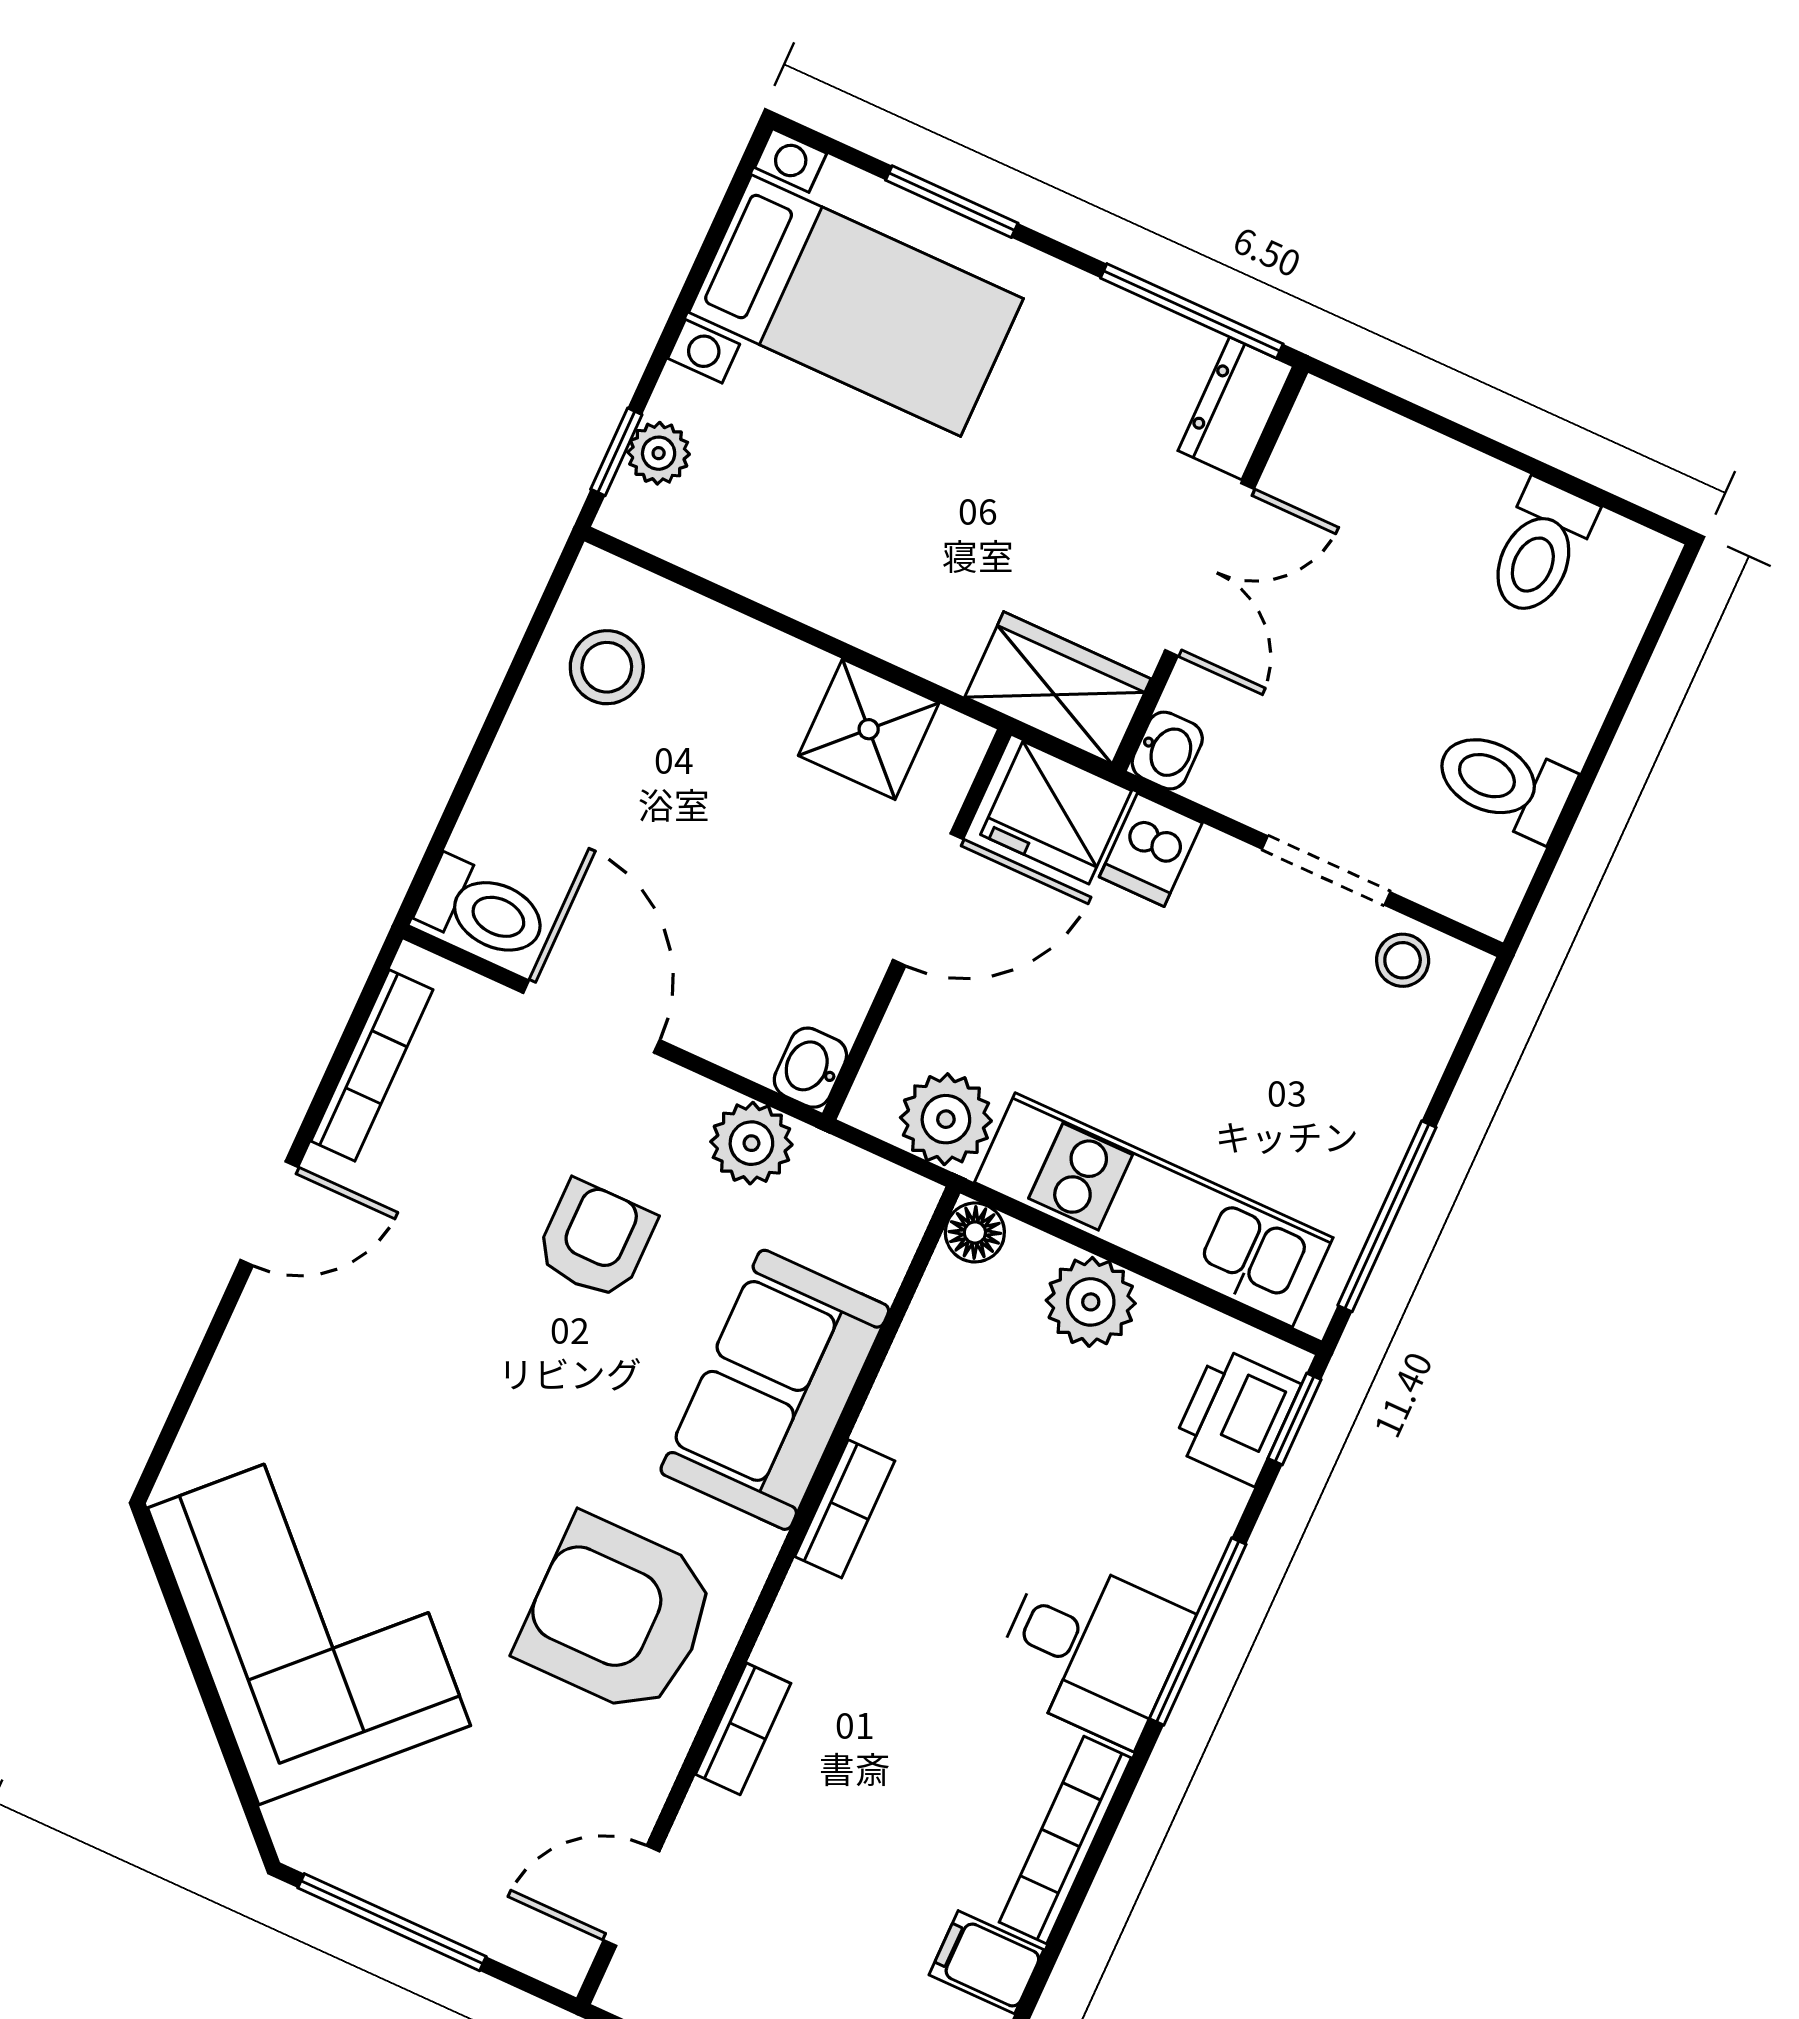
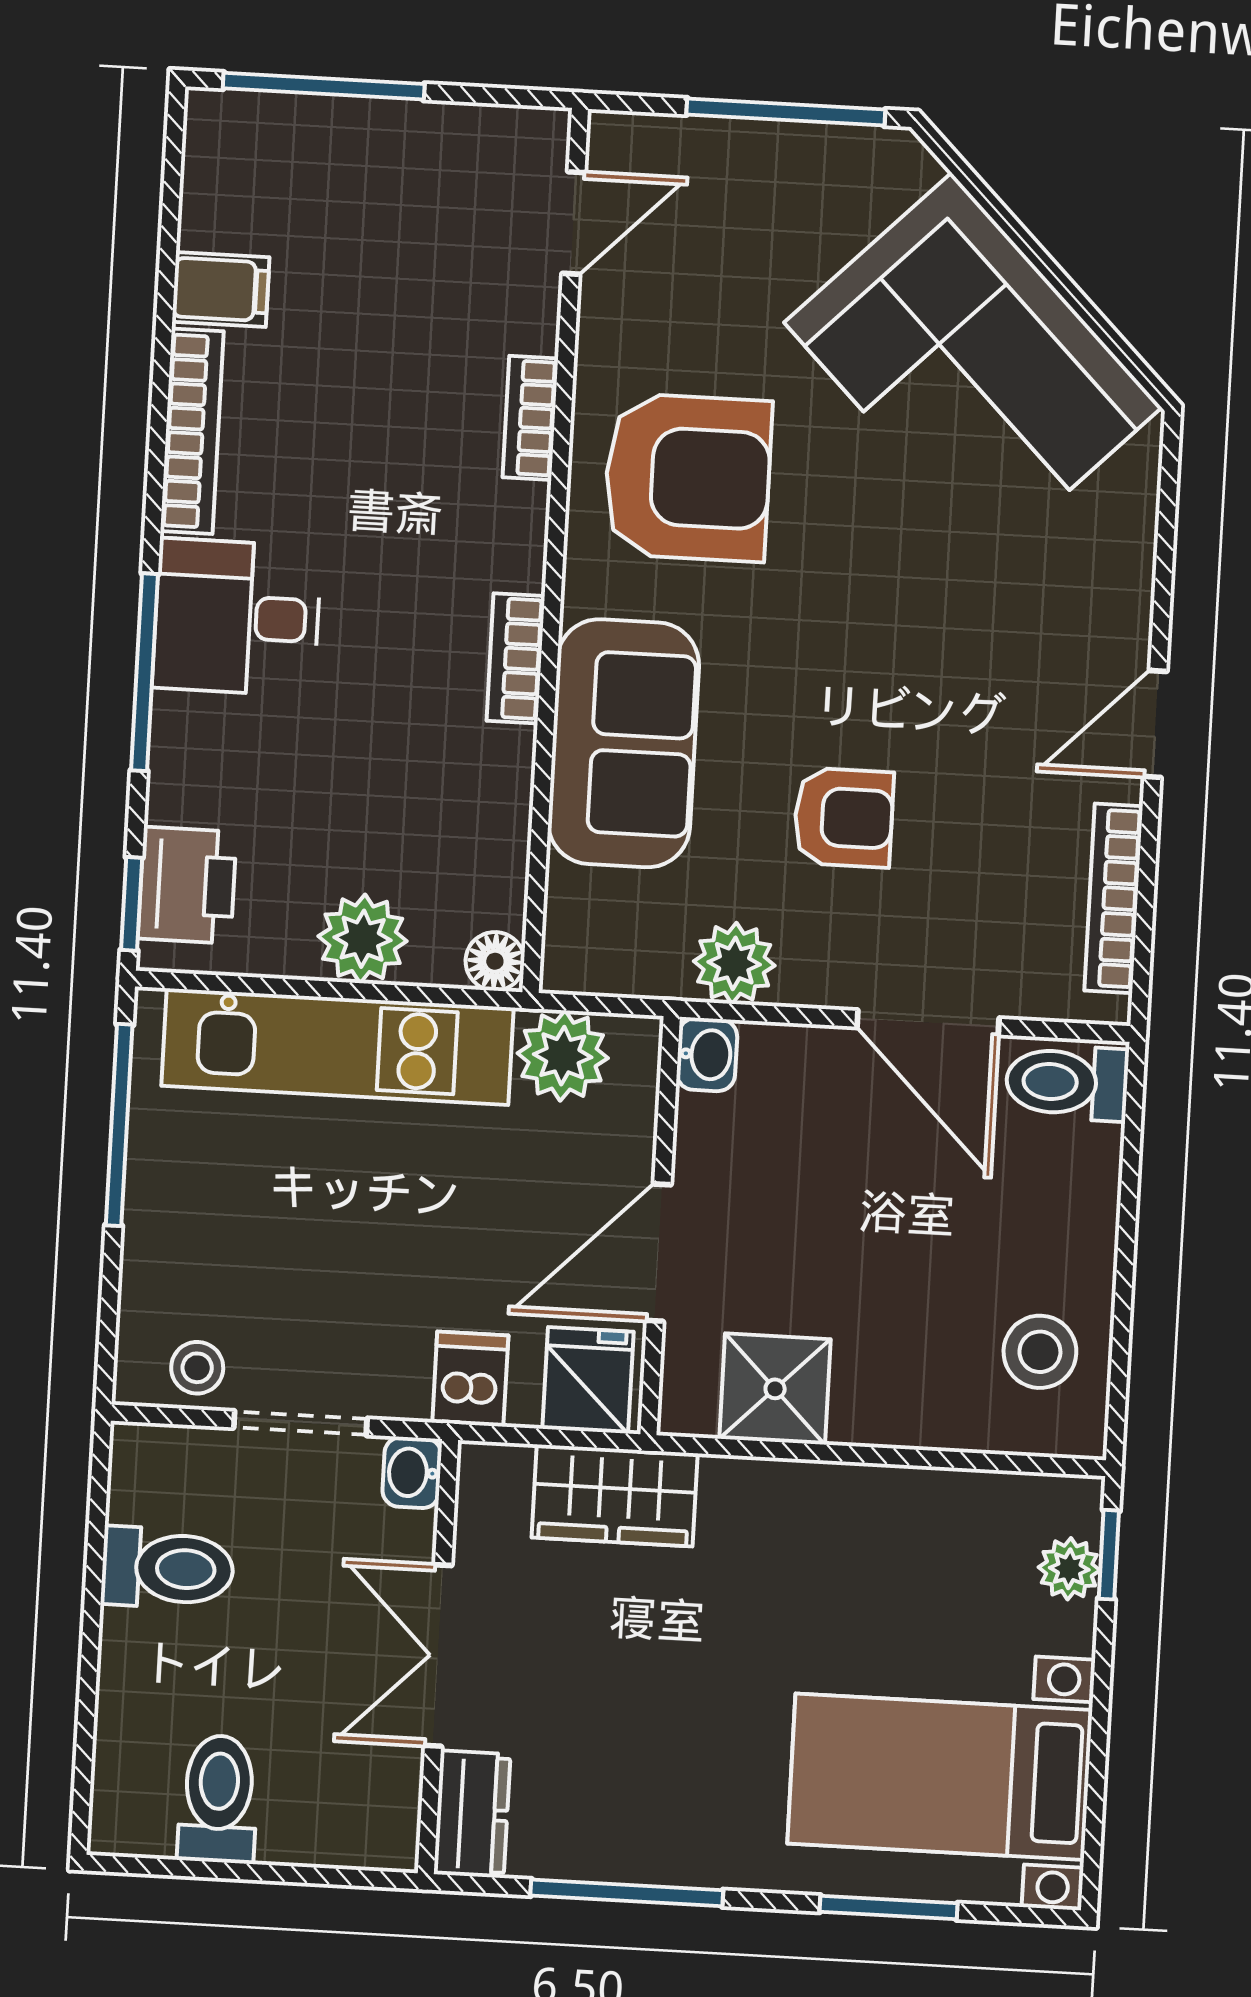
dresser: (1236, 408) -> (472, 1814), moved
wall: (1210, 568) -> (438, 1657), moved
double door: (1210, 570) -> (438, 1655), moved
washbasin: (1167, 751) -> (412, 1473), moved
fridge: (1056, 813) -> (588, 1380), width x0.72
armchair: (596, 1240) -> (844, 818), turned -90

